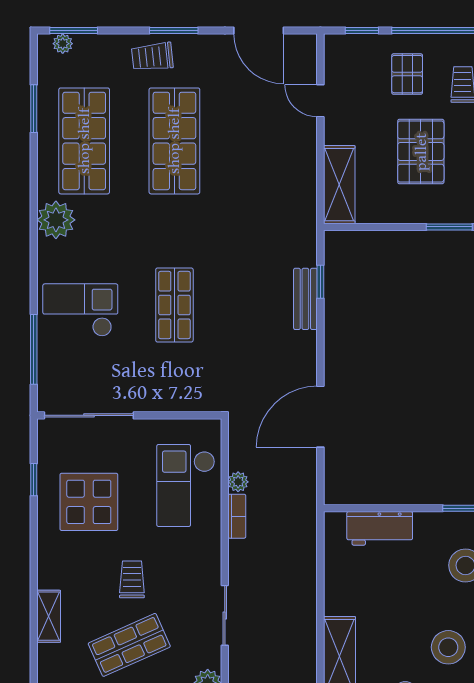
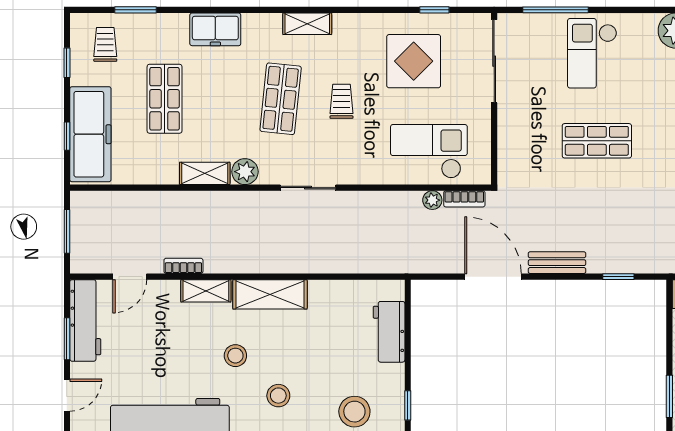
bench: (305, 299) -> (557, 263), moved
checkout: (80, 310) -> (592, 53), turned 180
bookcase: (237, 516) -> (464, 199), moved
trolley: (132, 579) -> (341, 101), turned -90
shop shelf: (129, 645) -> (281, 99), turned 30
stool: (448, 647) -> (278, 396), width x0.73, depth x0.73

